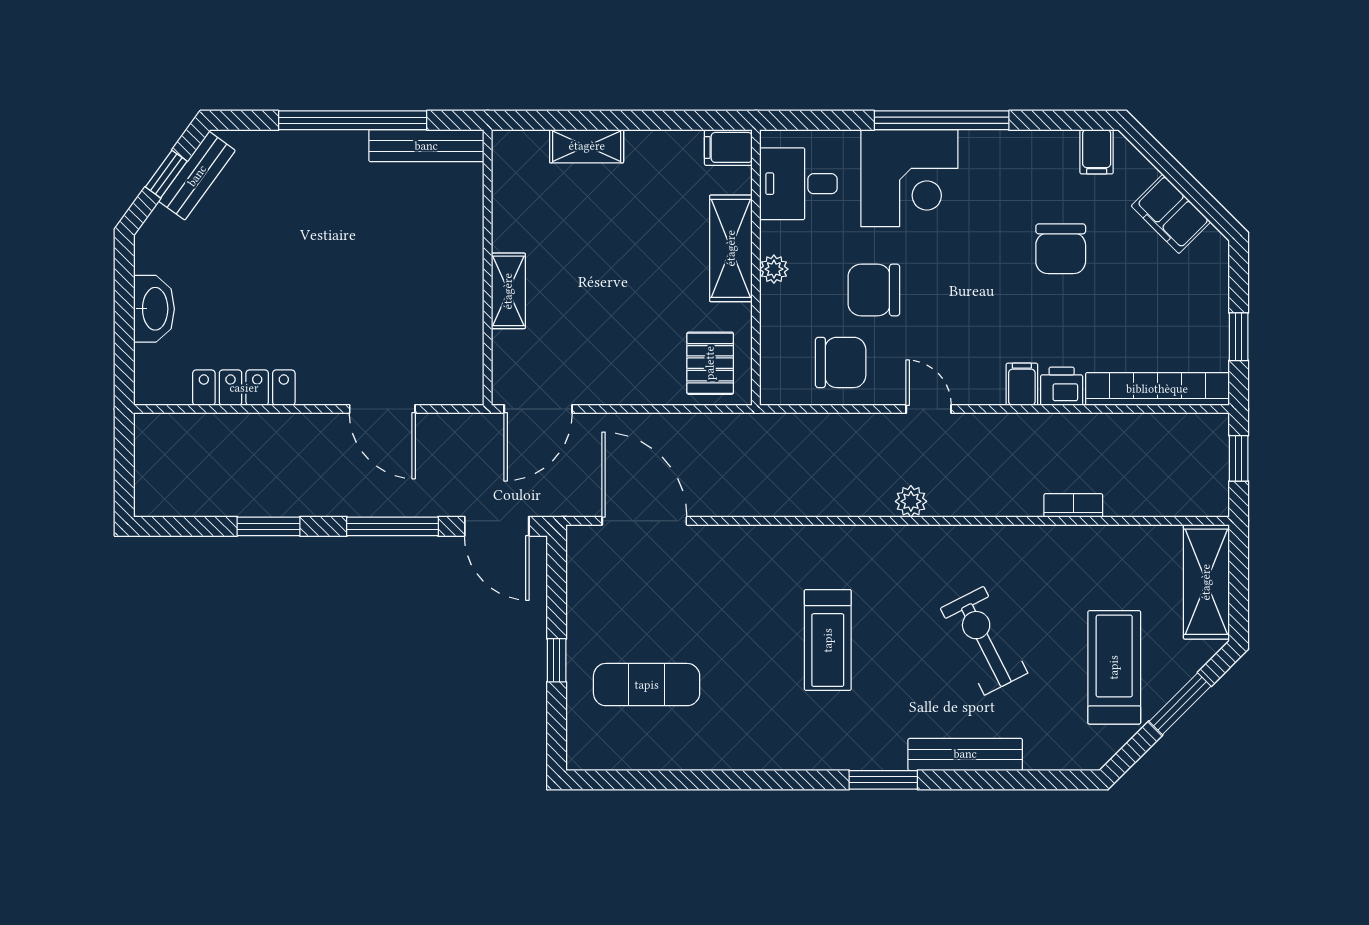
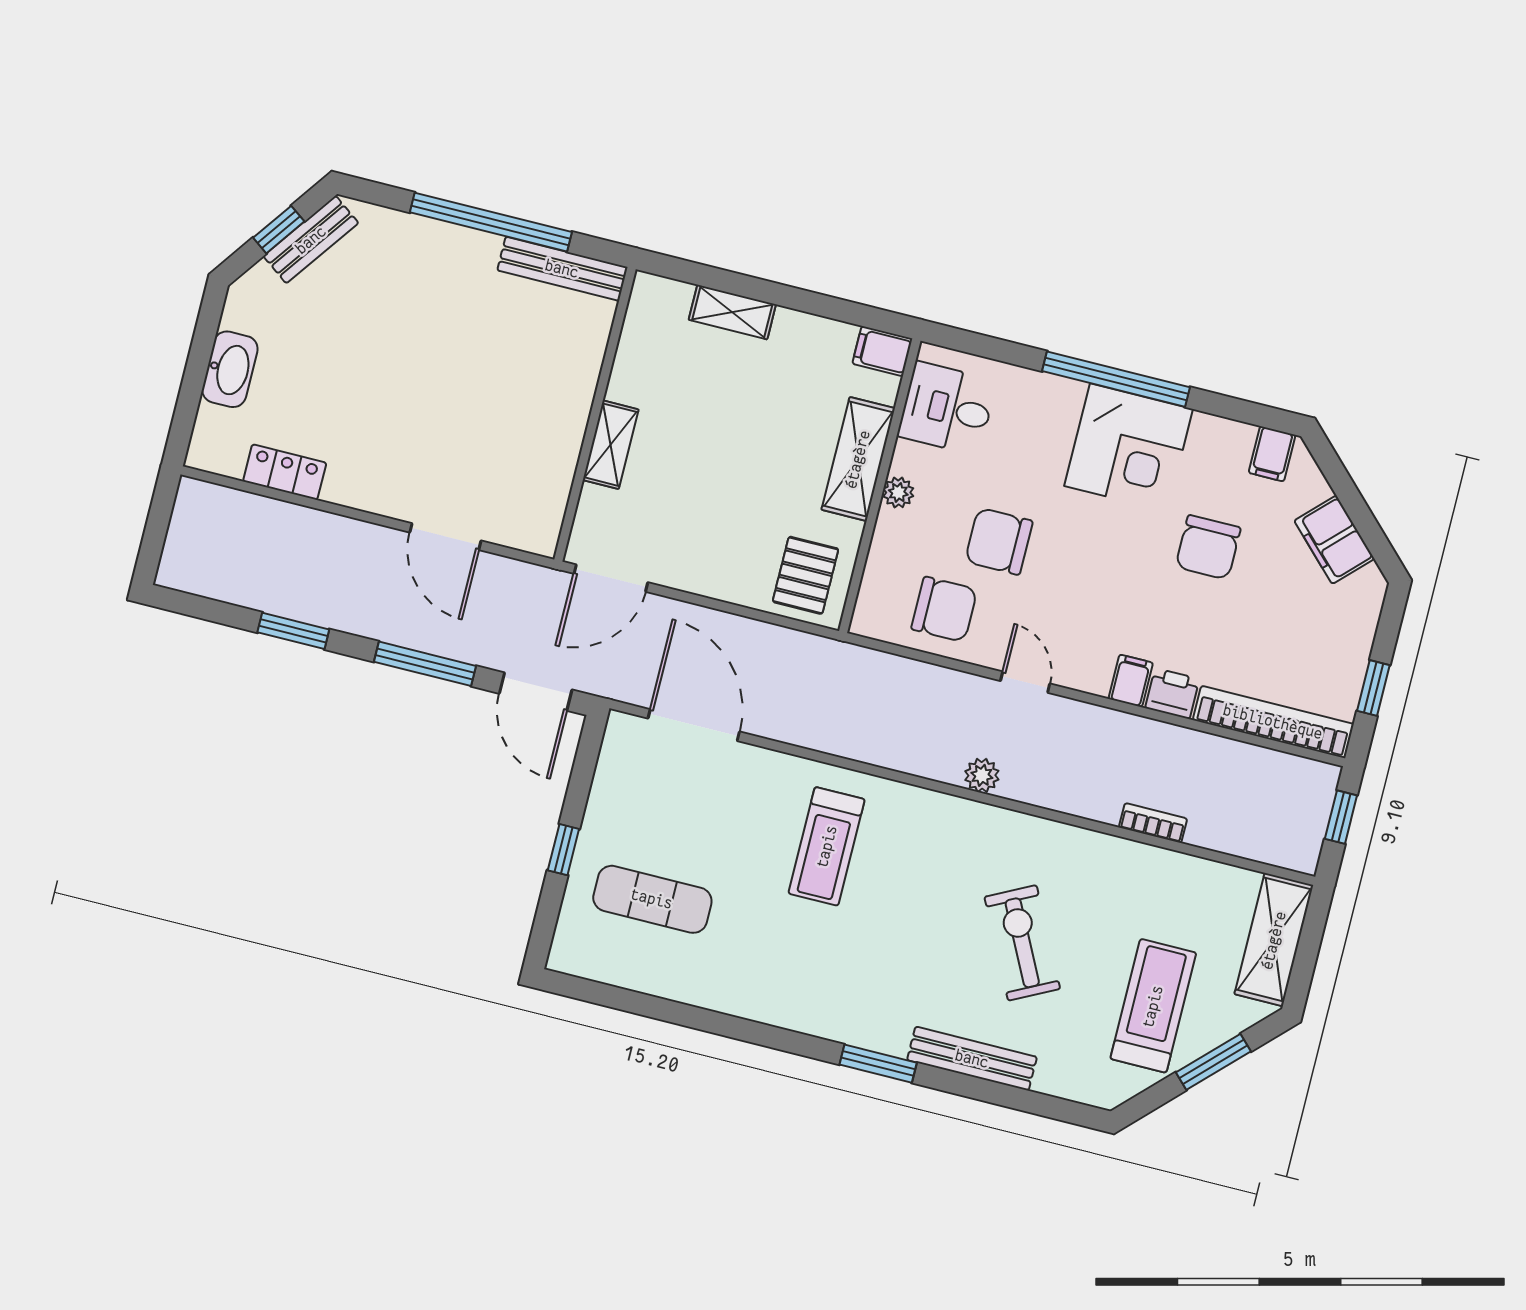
corner desk: (909, 178) -> (1129, 448), moved
locker: (244, 388) -> (285, 472), width x0.66
treadmill: (828, 640) -> (827, 846), moved

